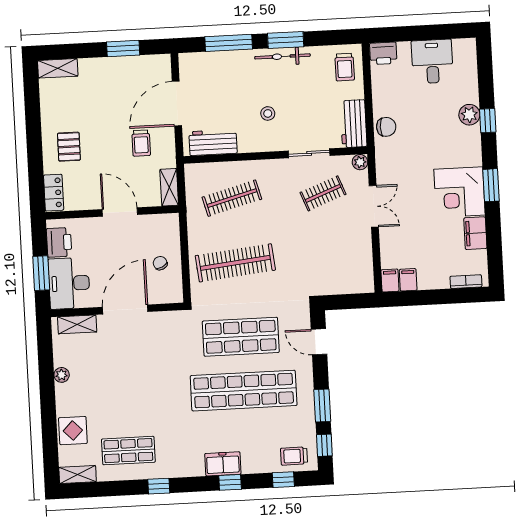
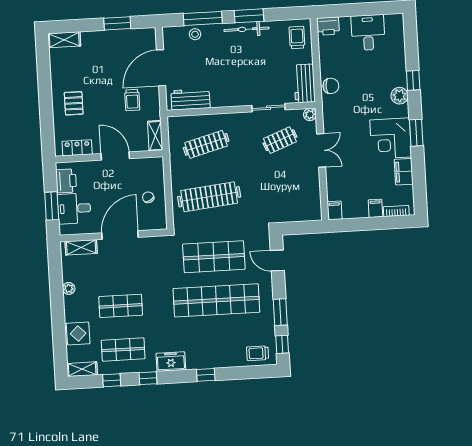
trolley: (345, 67) -> (297, 38), turned 180
stool: (268, 113) -> (195, 34), moved
plant: (469, 115) -> (399, 96), moved
locker: (54, 193) -> (77, 148), moved, turned -90
filing cabinet: (408, 280) -> (375, 208), moved
desk: (69, 283) -> (74, 208), width x0.73
shop shelf: (126, 397) -> (121, 306), added
freezer: (223, 464) -> (171, 362), moved
window: (283, 480) -> (112, 380), moved

